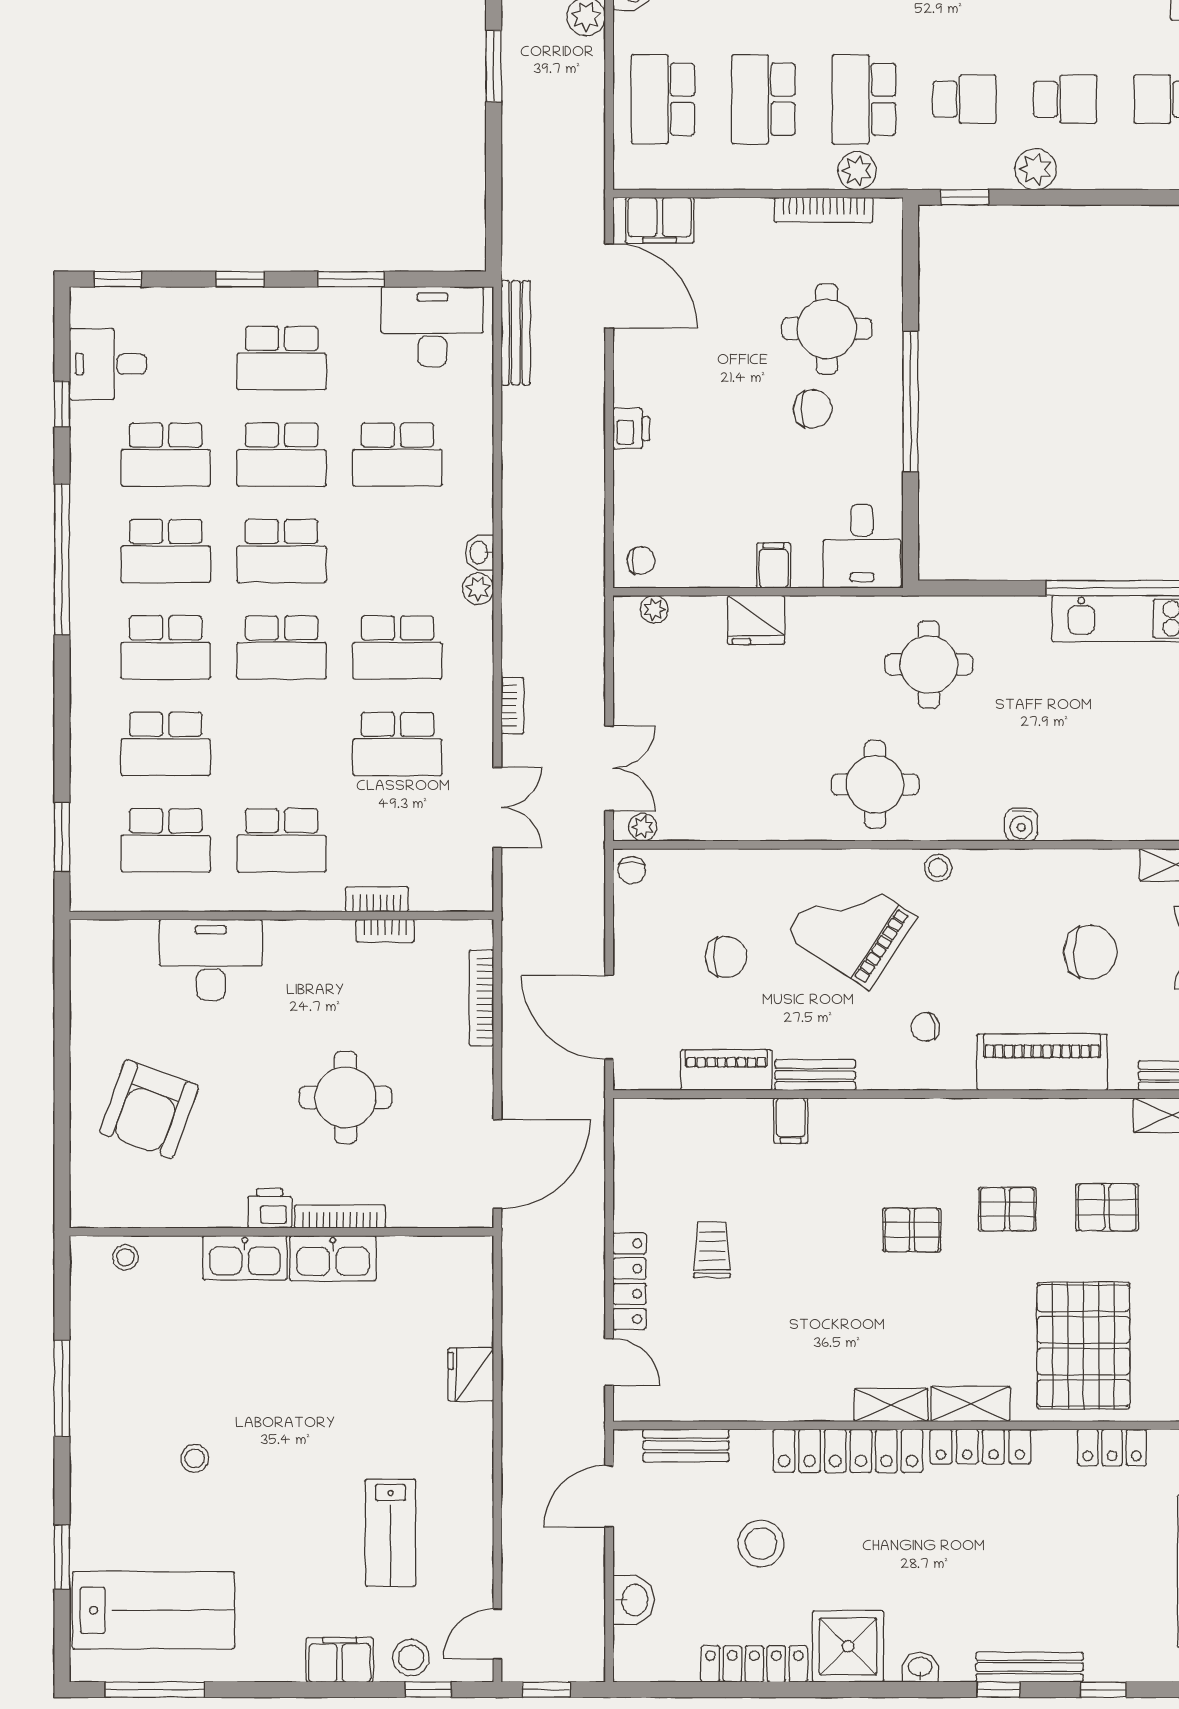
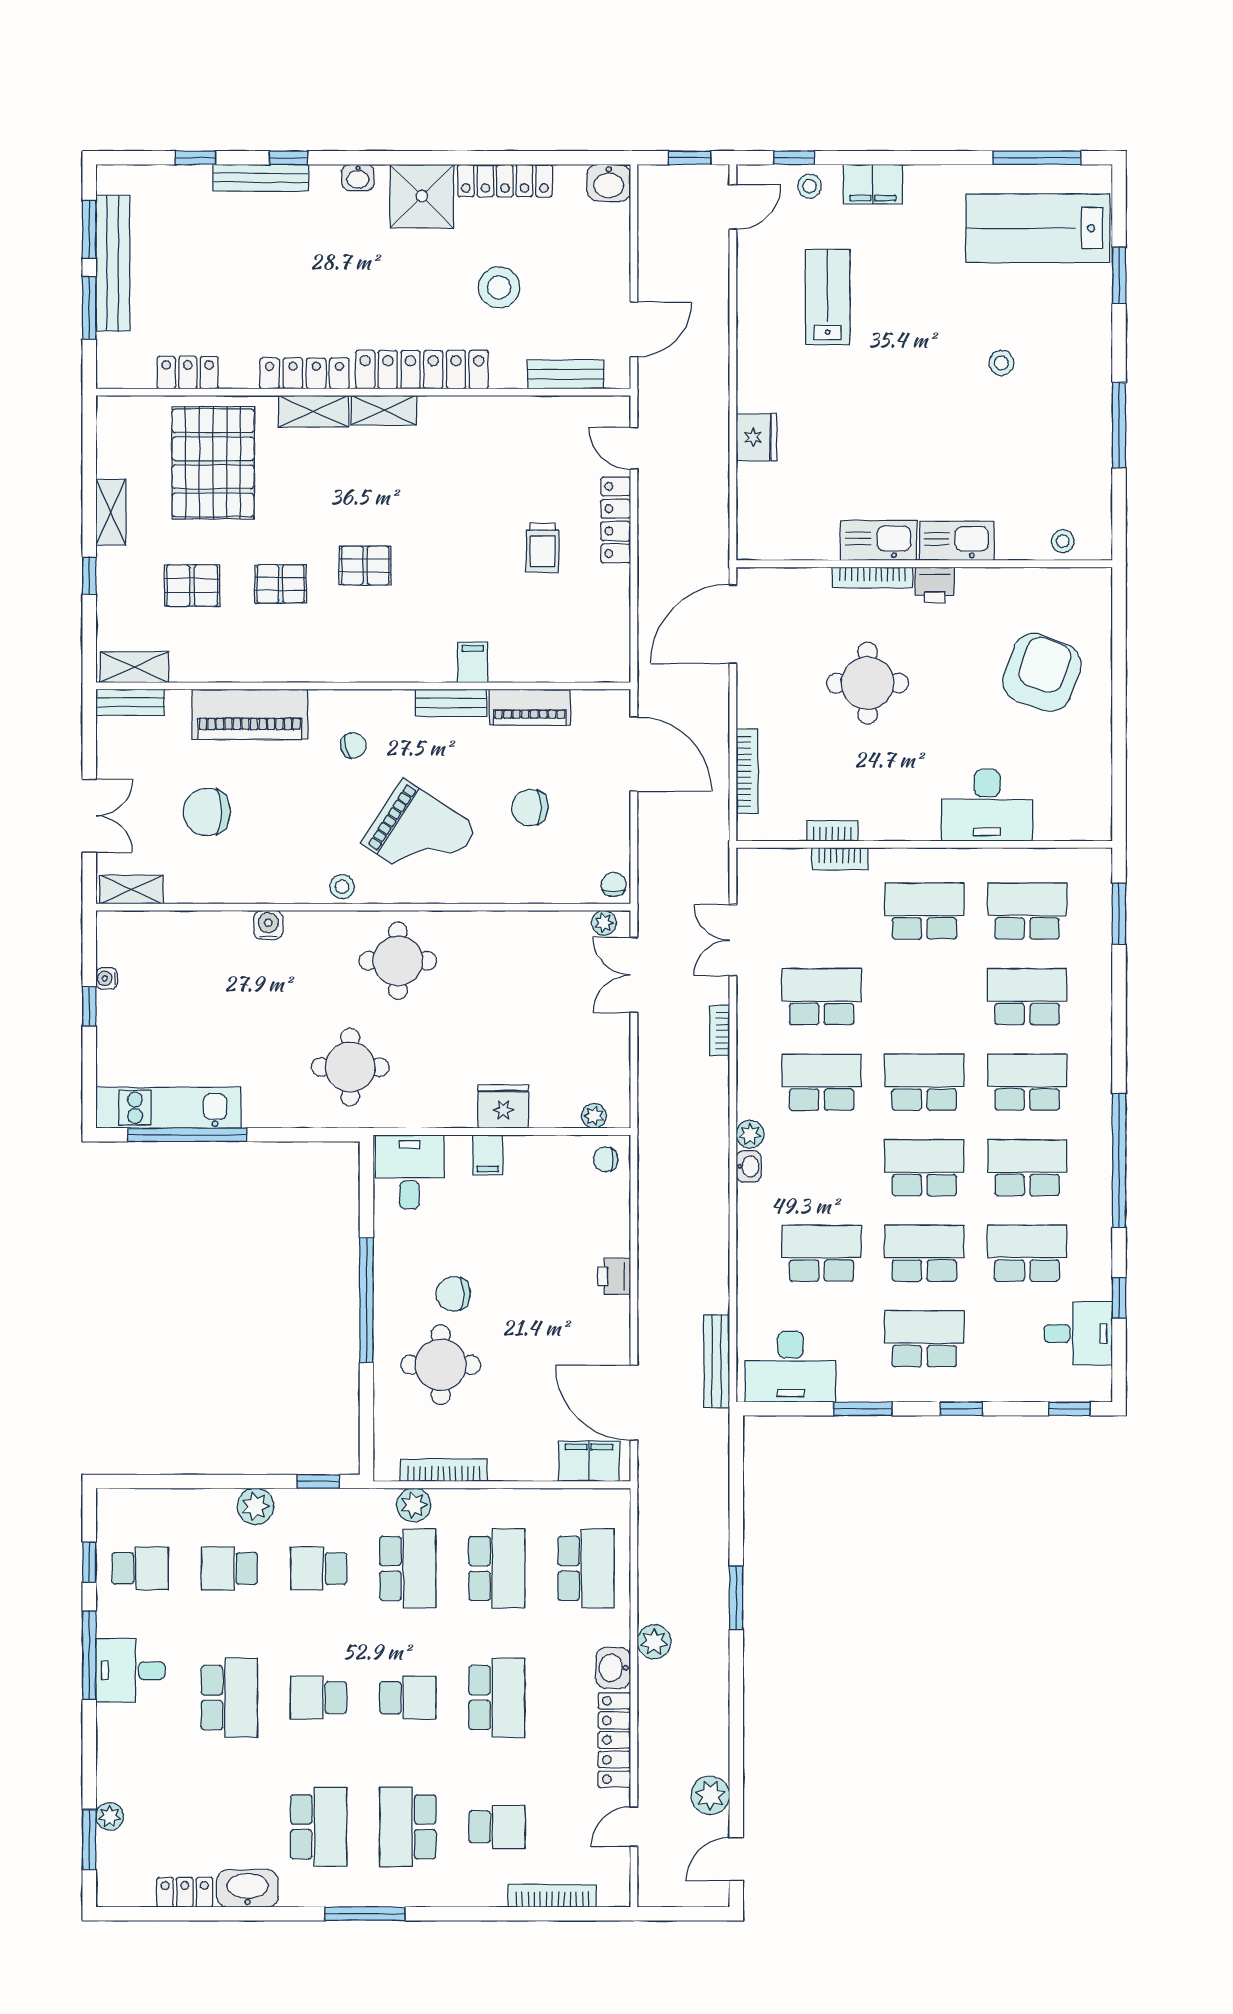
washbasin: (634, 1600) -> (609, 183), moved, turned -90
stool: (411, 1658) -> (810, 186), width x0.73, depth x0.73

